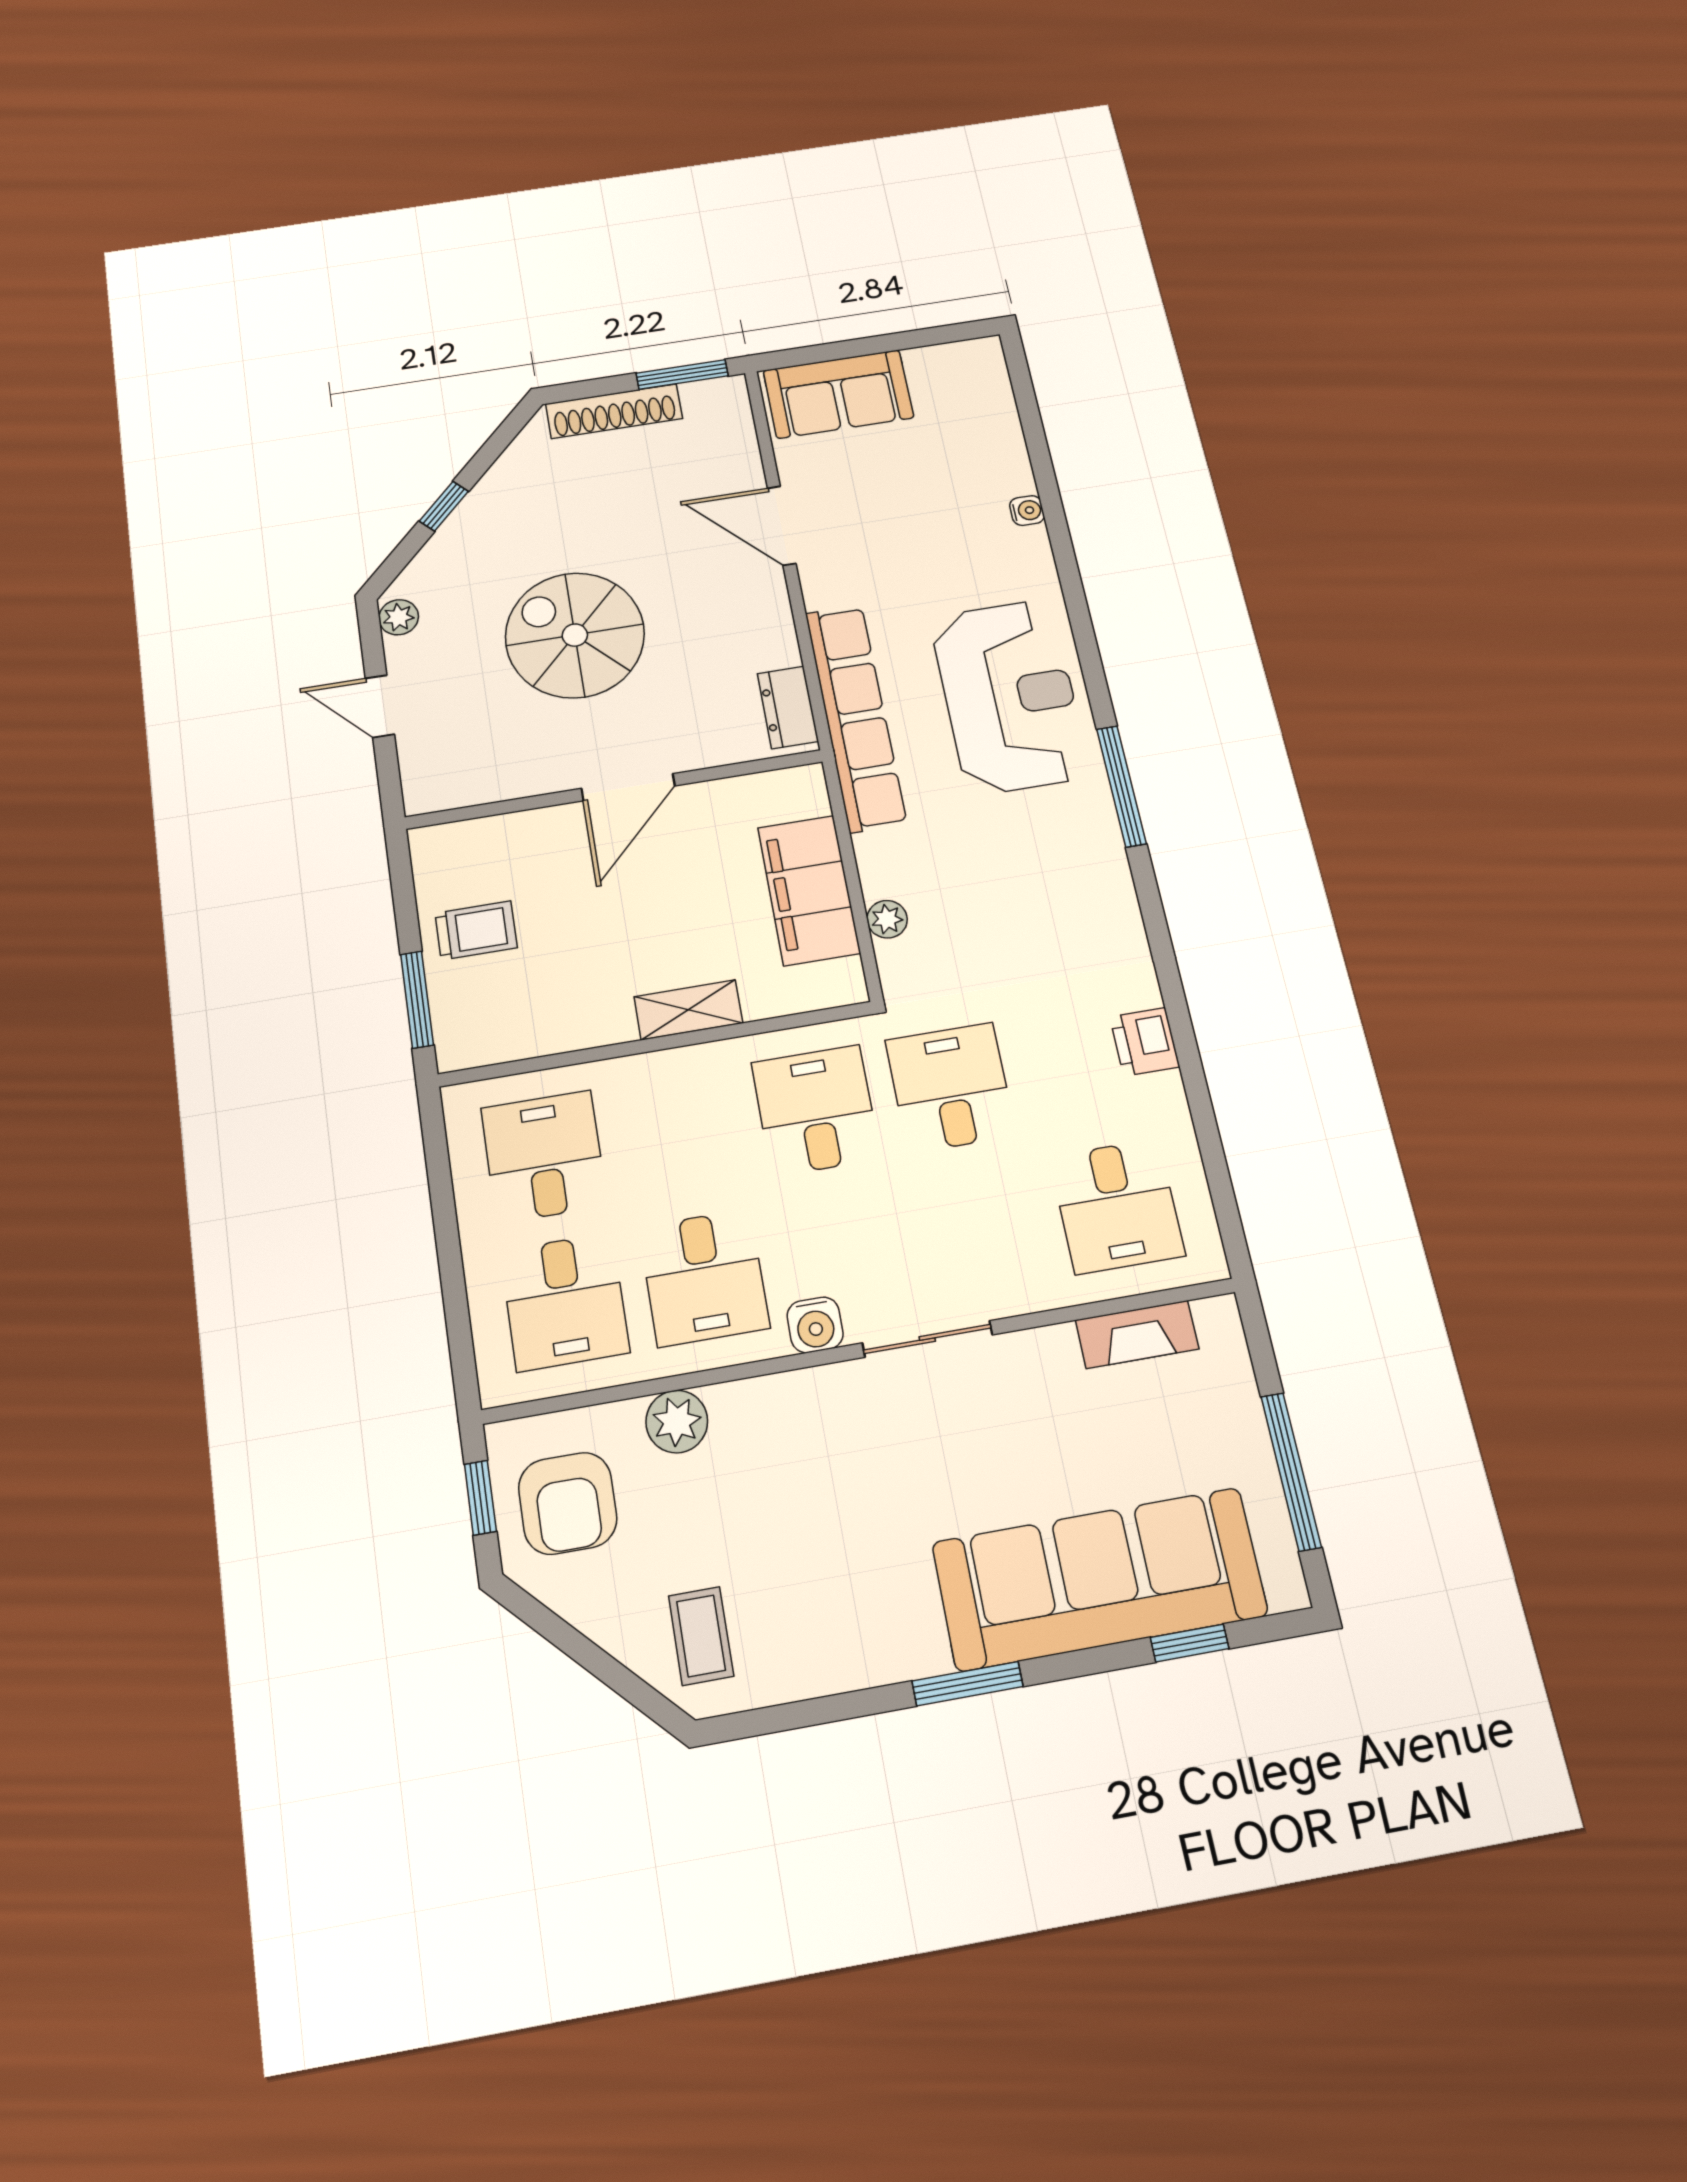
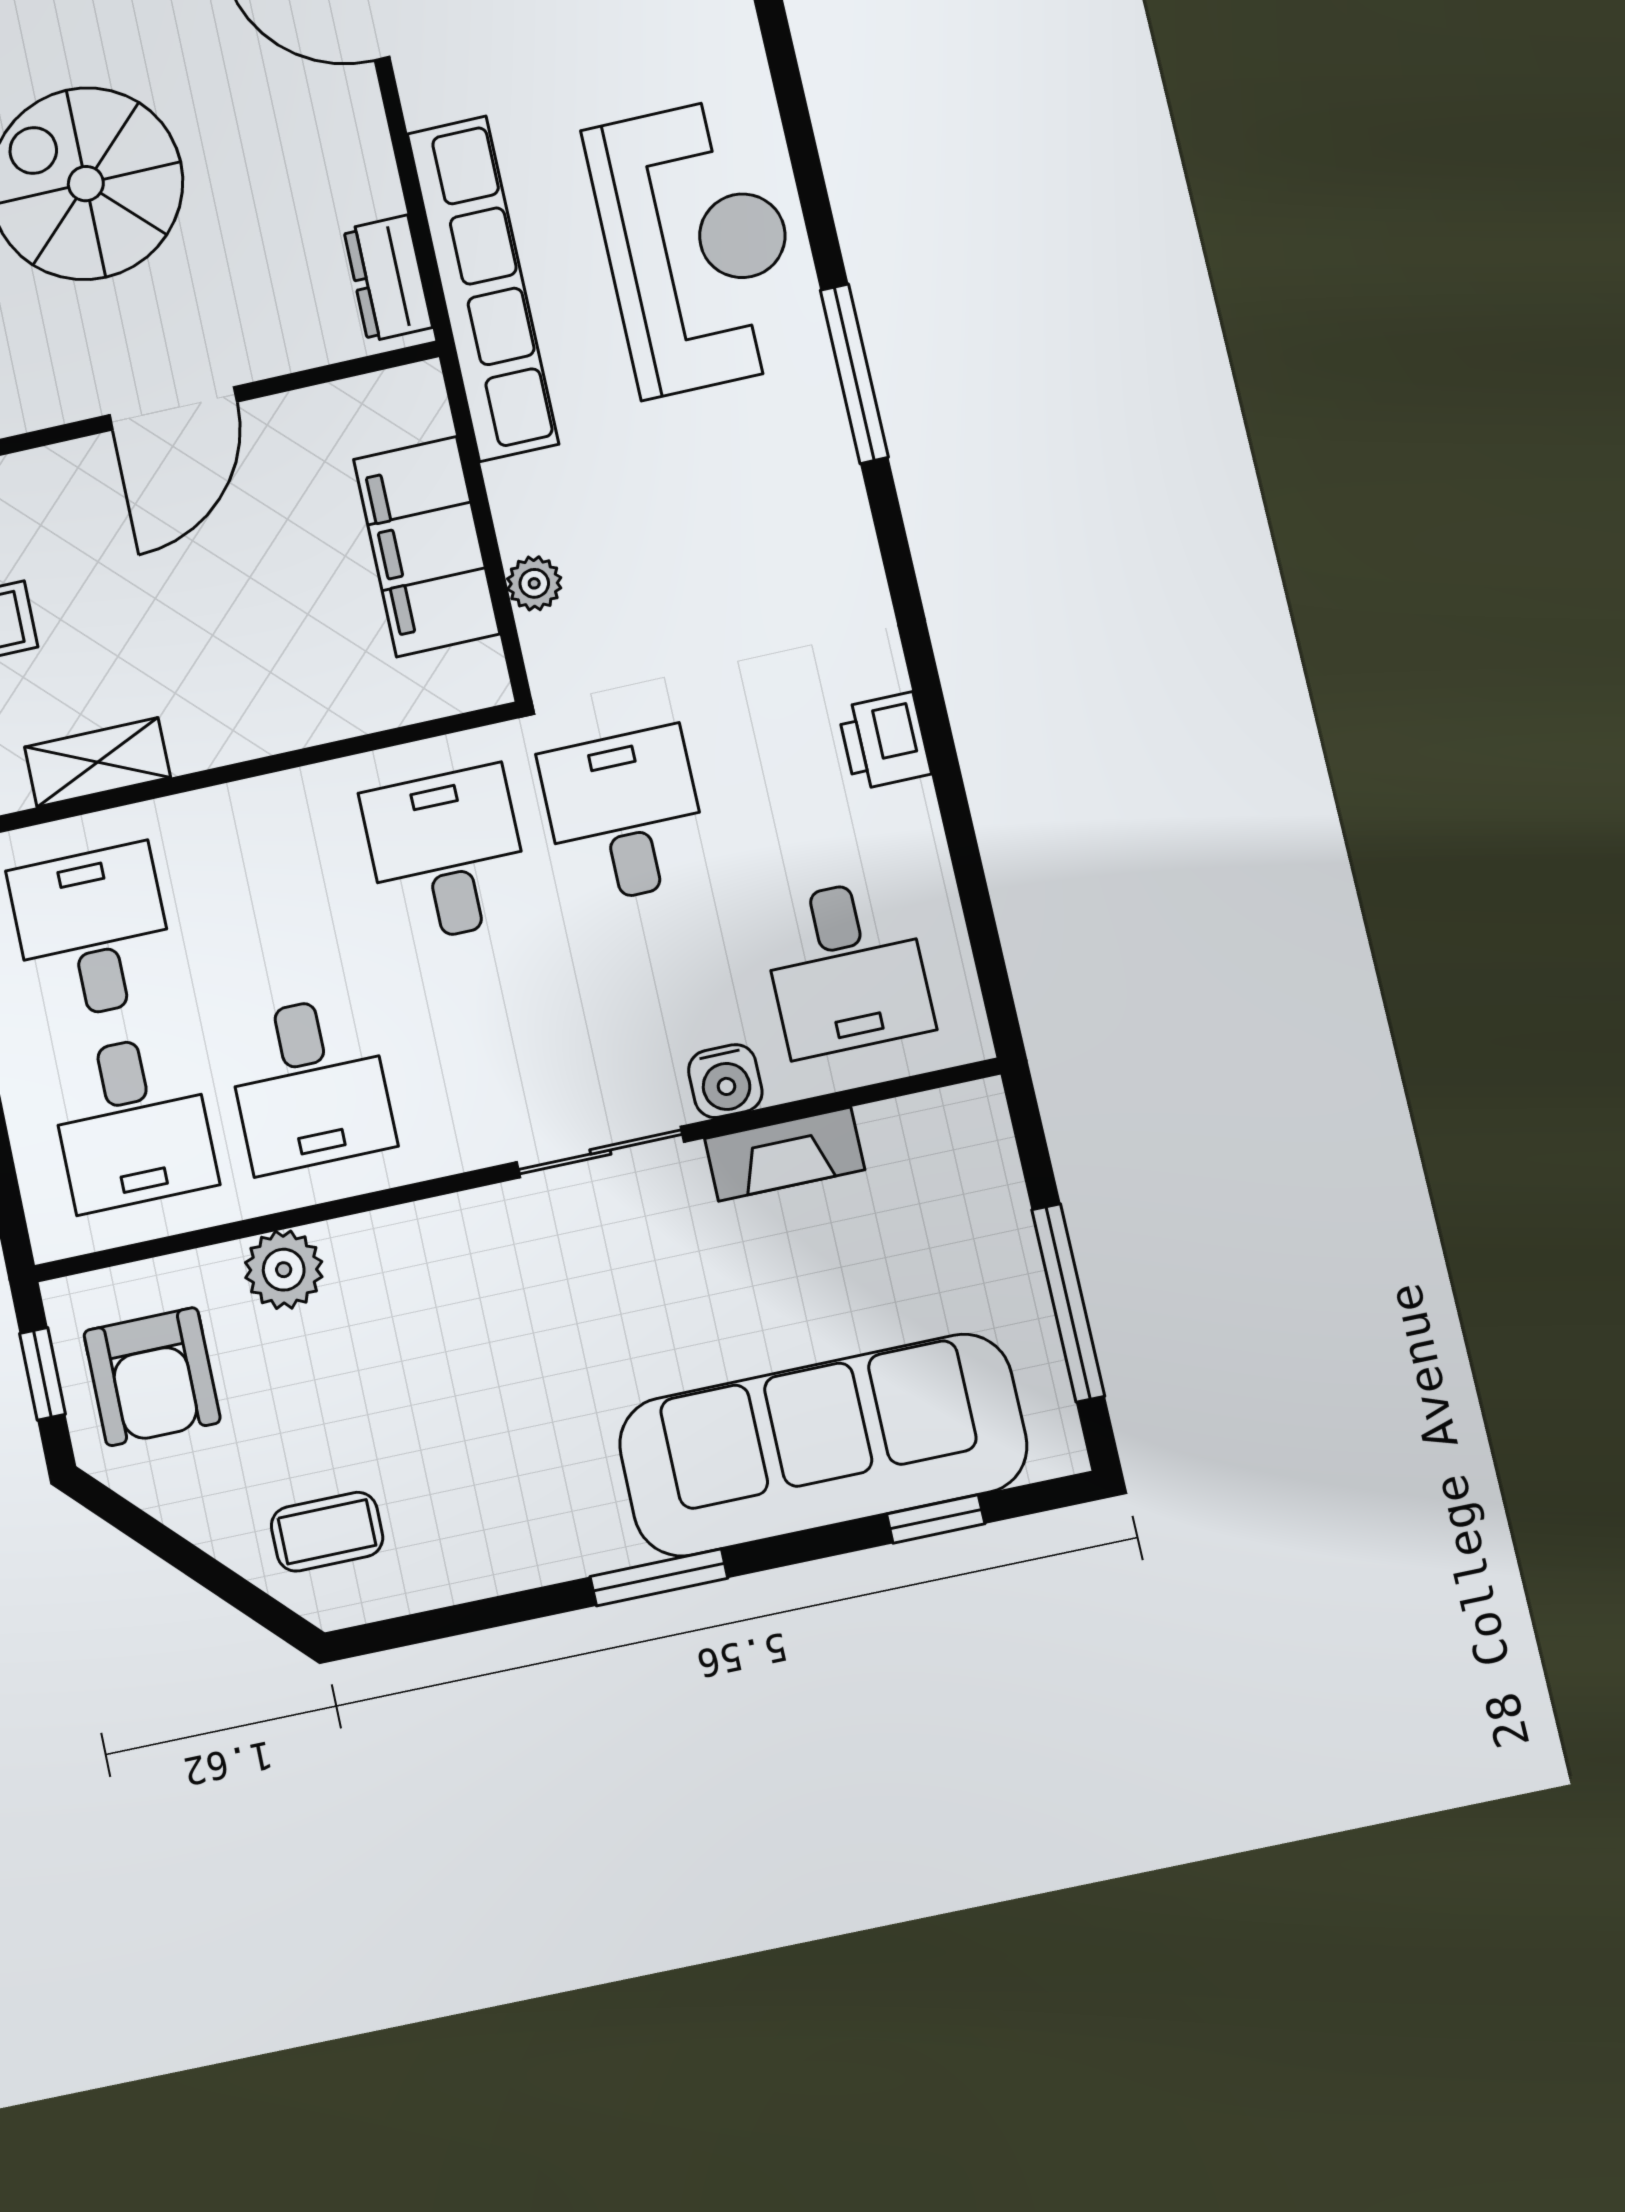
shelving: (688, 1010) -> (98, 762), moved
water cooler: (815, 1325) -> (725, 1081), moved
fireplace: (1137, 1334) -> (785, 1154), moved
coffee table: (701, 1636) -> (327, 1532), turned 90

